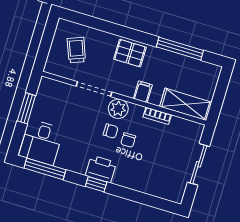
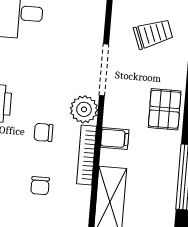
bookcase: (157, 116) -> (87, 155), width x1.56
chair: (111, 131) -> (40, 186), moved

